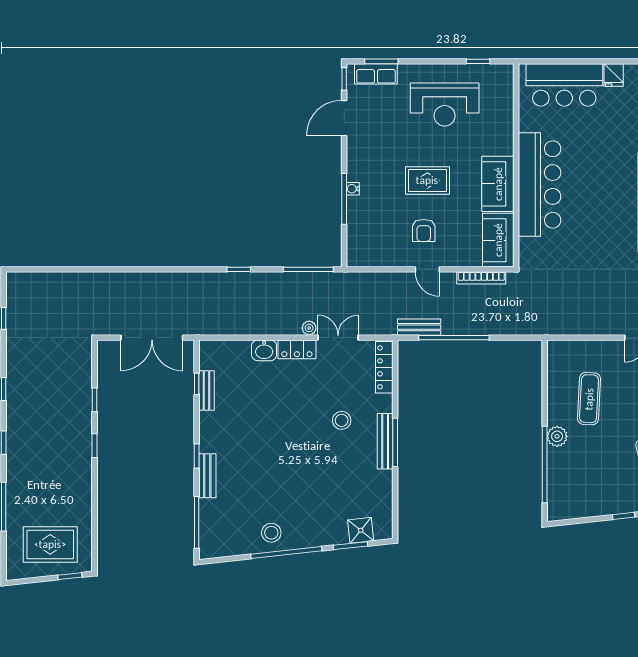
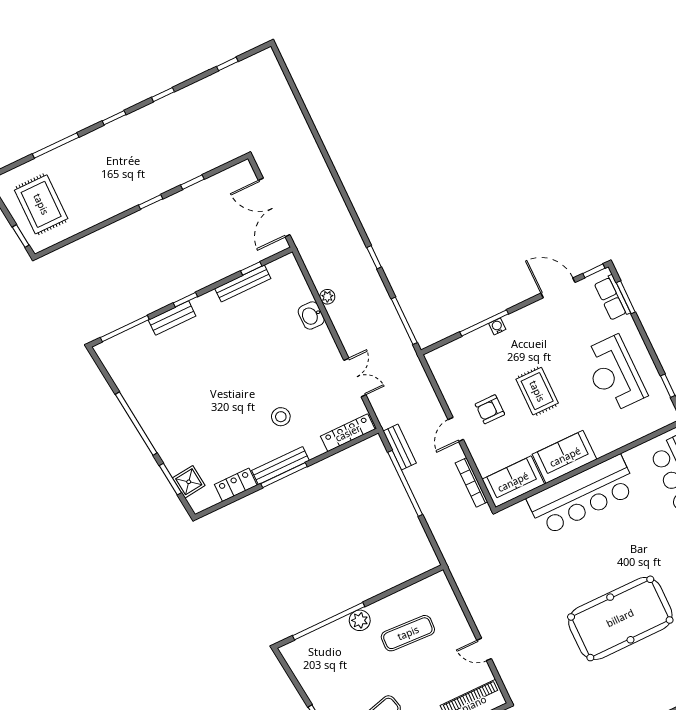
plant: (309, 328) -> (327, 297), moved
locker: (297, 349) -> (236, 485), moved, turned 90
bench: (206, 391) -> (243, 283), width x1.36
stool: (271, 533) -> (148, 401), removed

